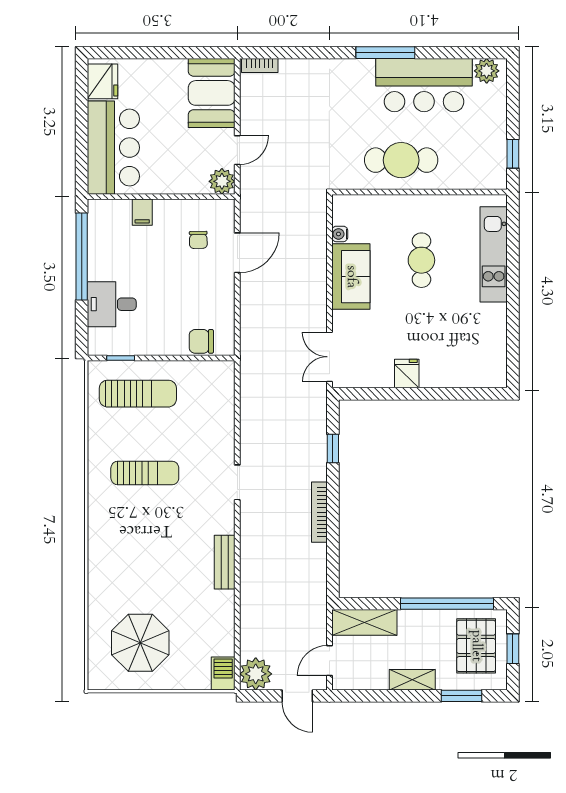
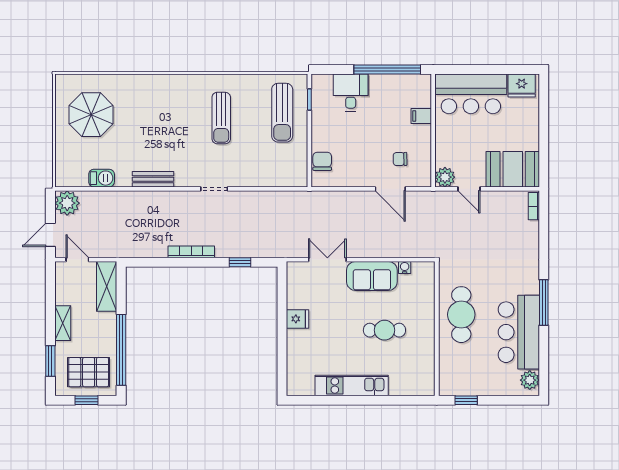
kitchen unit: (494, 254) -> (352, 385), moved
double door: (329, 357) -> (327, 260), moved
barbecue: (223, 673) -> (102, 178), moved

